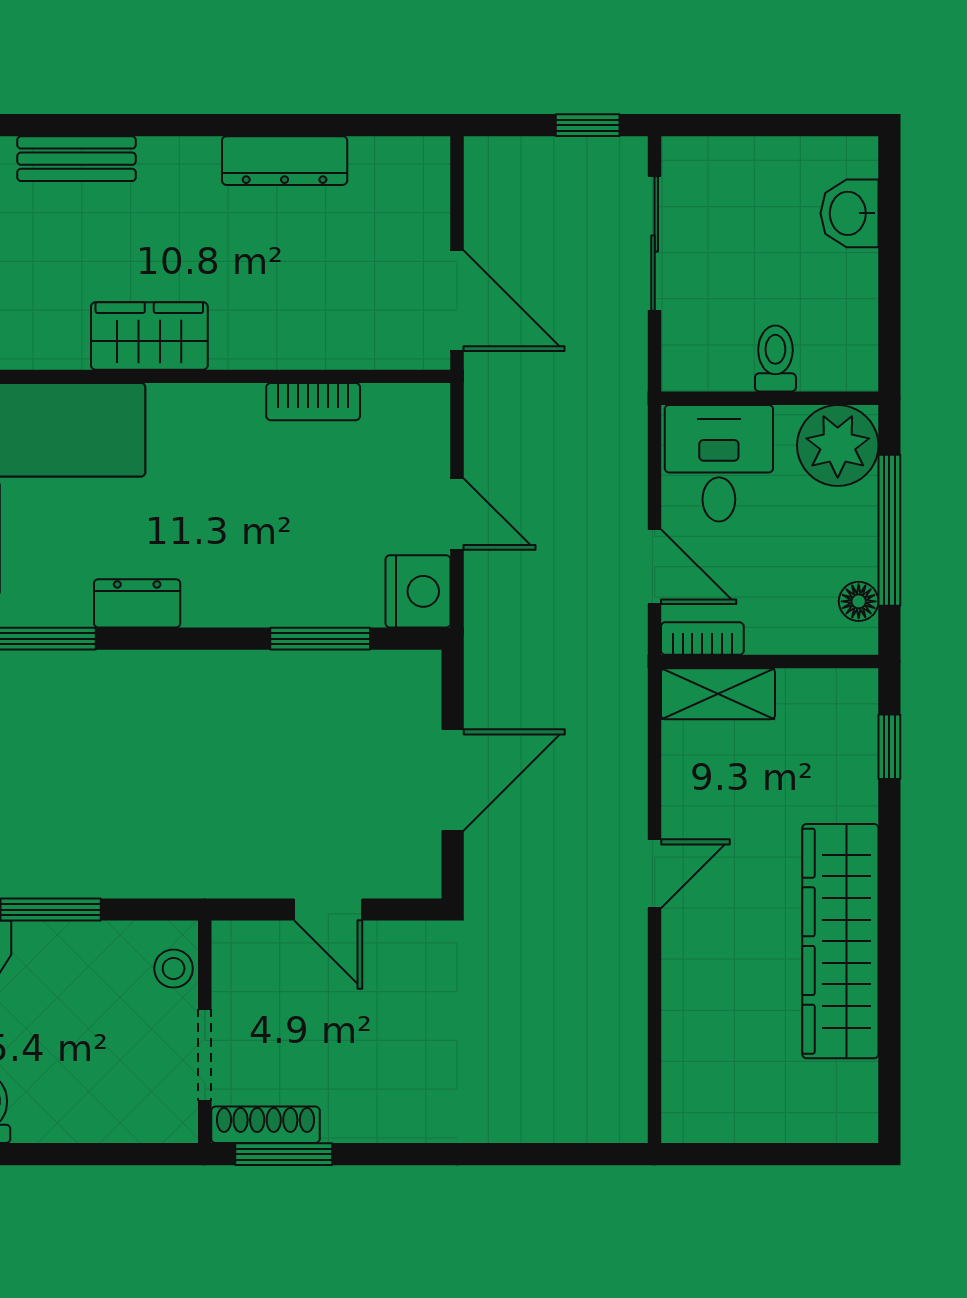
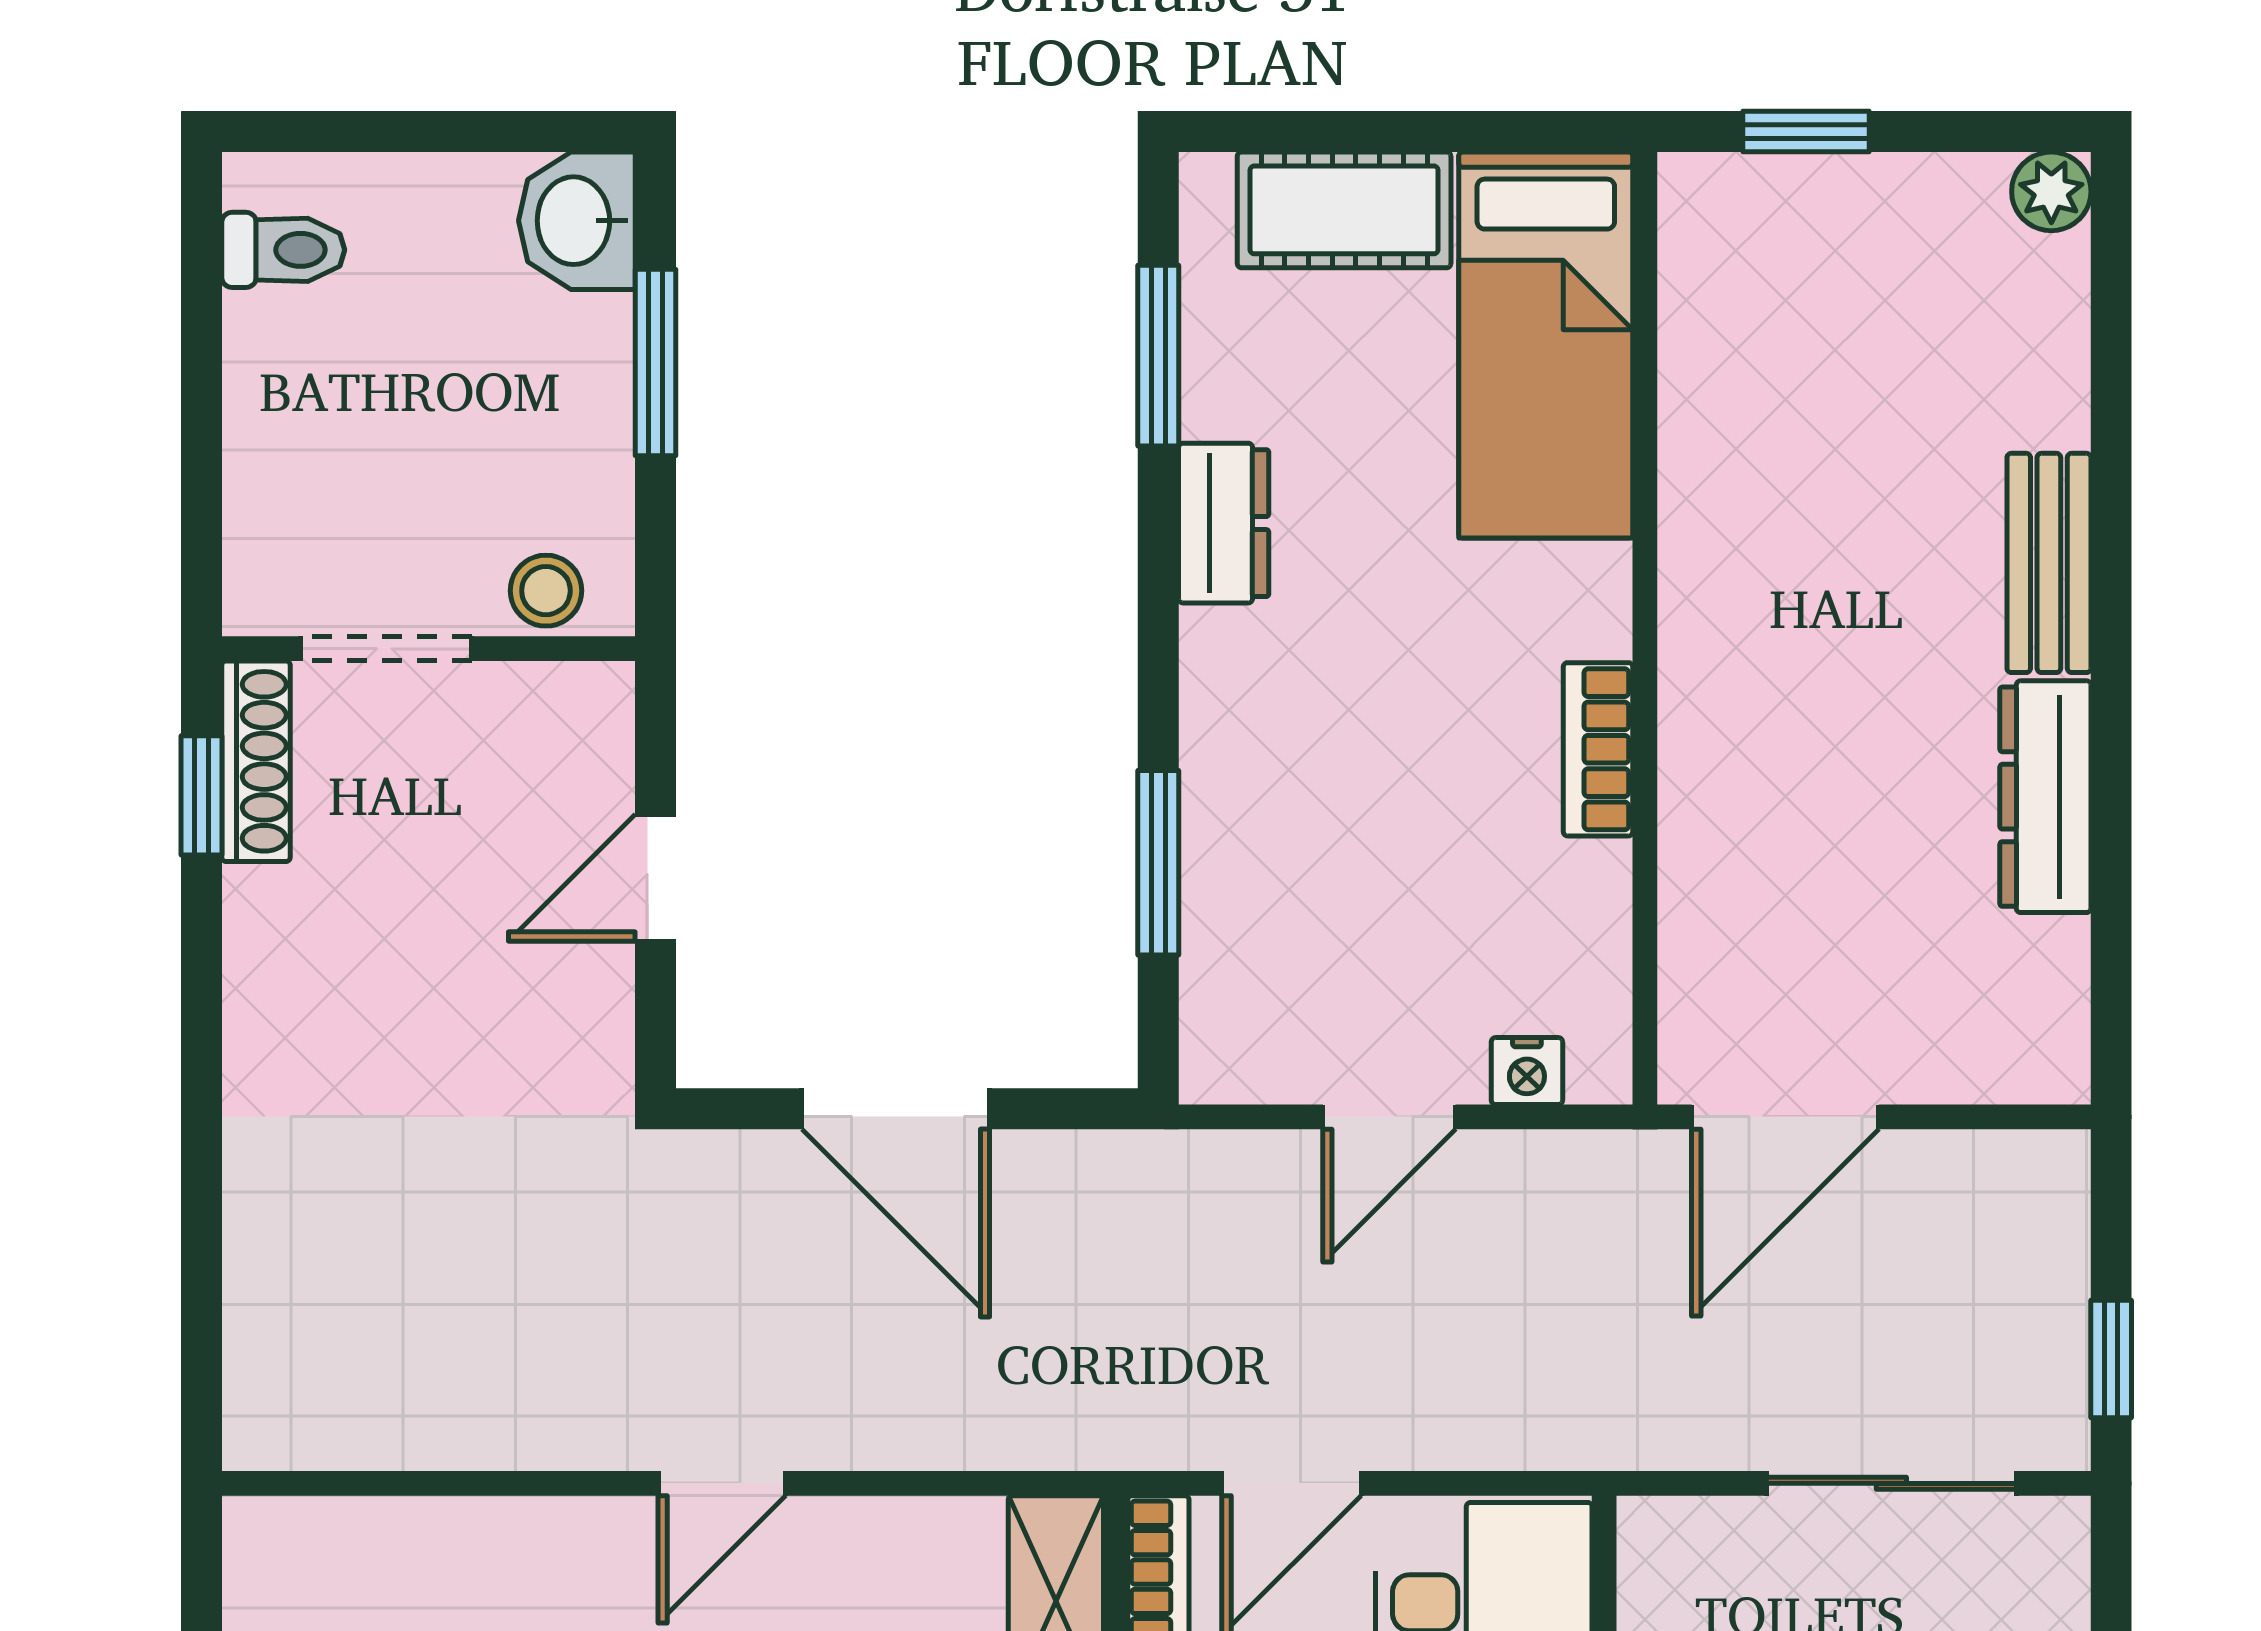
bench: (77, 159) -> (2049, 563), moved
wardrobe: (149, 336) -> (1720, 546), removed
bookcase: (313, 402) -> (1598, 749), moved
nightstand: (418, 591) -> (1527, 1071), moved, width x0.53, depth x0.56
door: (655, 874) -> (722, 1483), hinge flipped
window: (284, 1154) -> (201, 795), width x0.67

